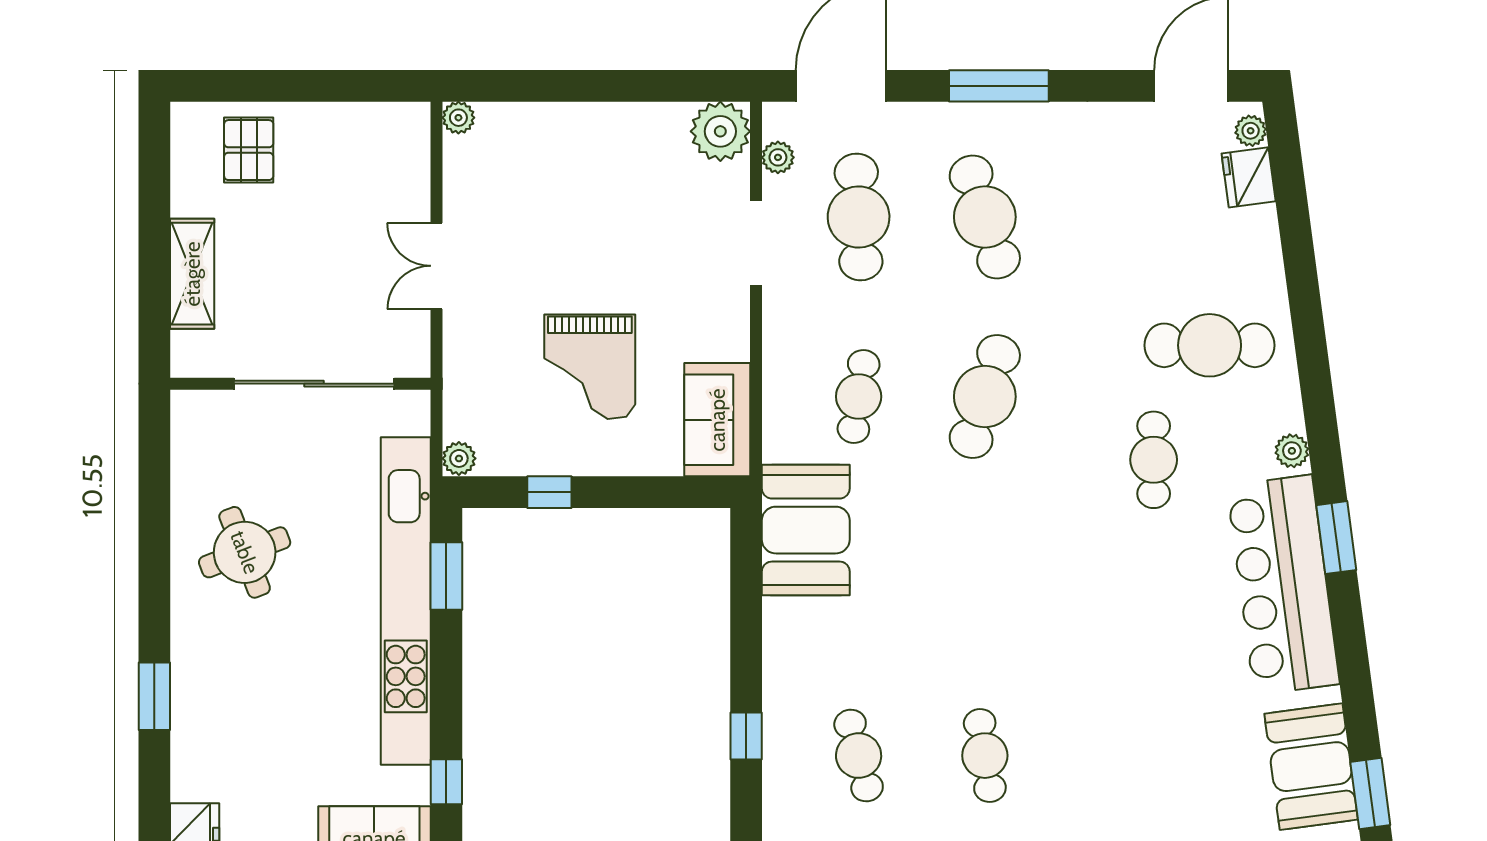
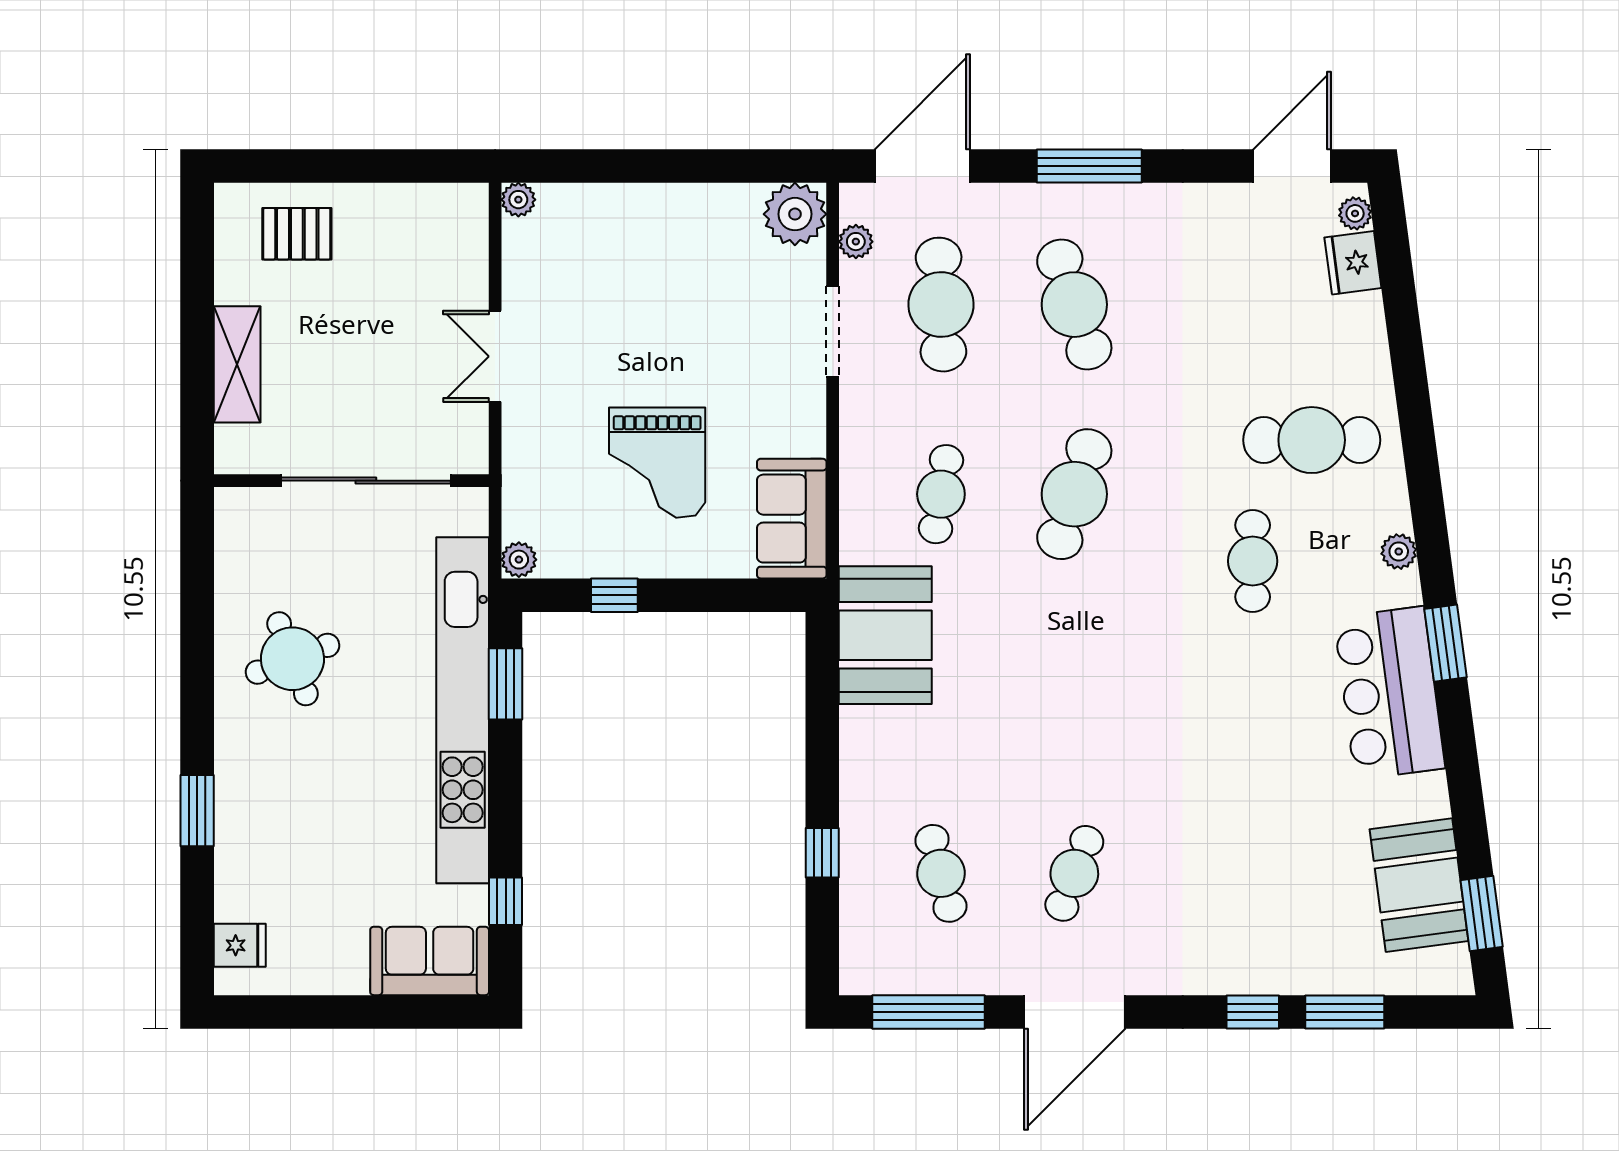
pallet: (249, 150) -> (297, 234), turned 90
bar counter: (1283, 585) -> (1389, 693), width x0.73
cafe table: (985, 756) -> (1074, 873), turned 30

